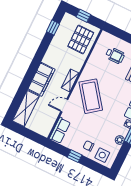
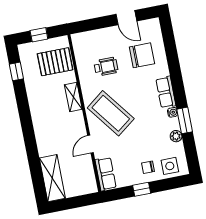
pallet: (81, 39) -> (55, 62), turned 90
wheelchair: (115, 55) -> (106, 67), moved
filing cabinet: (41, 79) -> (45, 135), removed
shelving: (70, 80) -> (73, 97), moved

